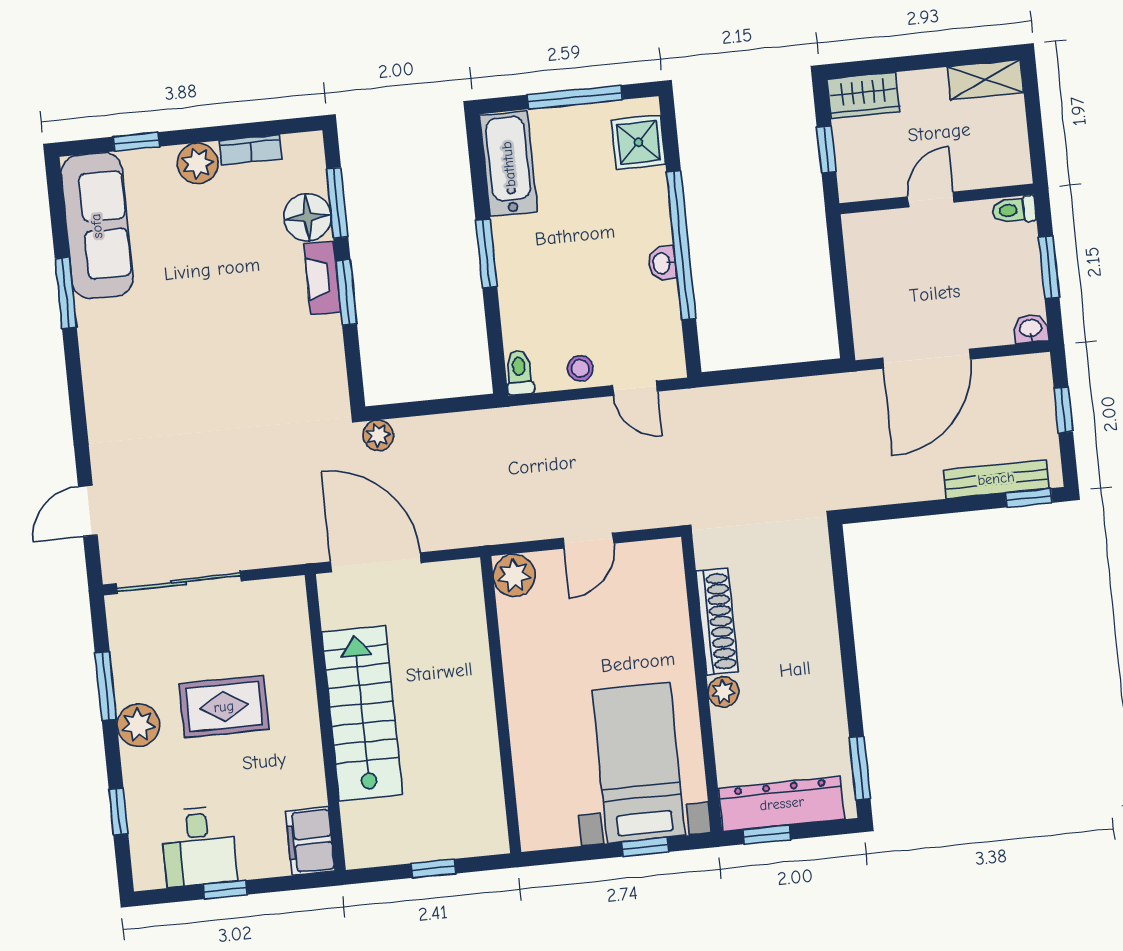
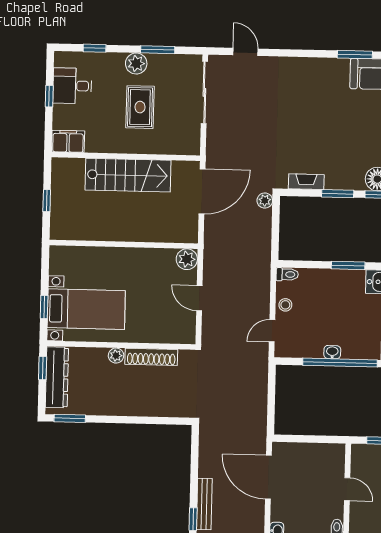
fireplace: (322, 278) -> (306, 182), moved

